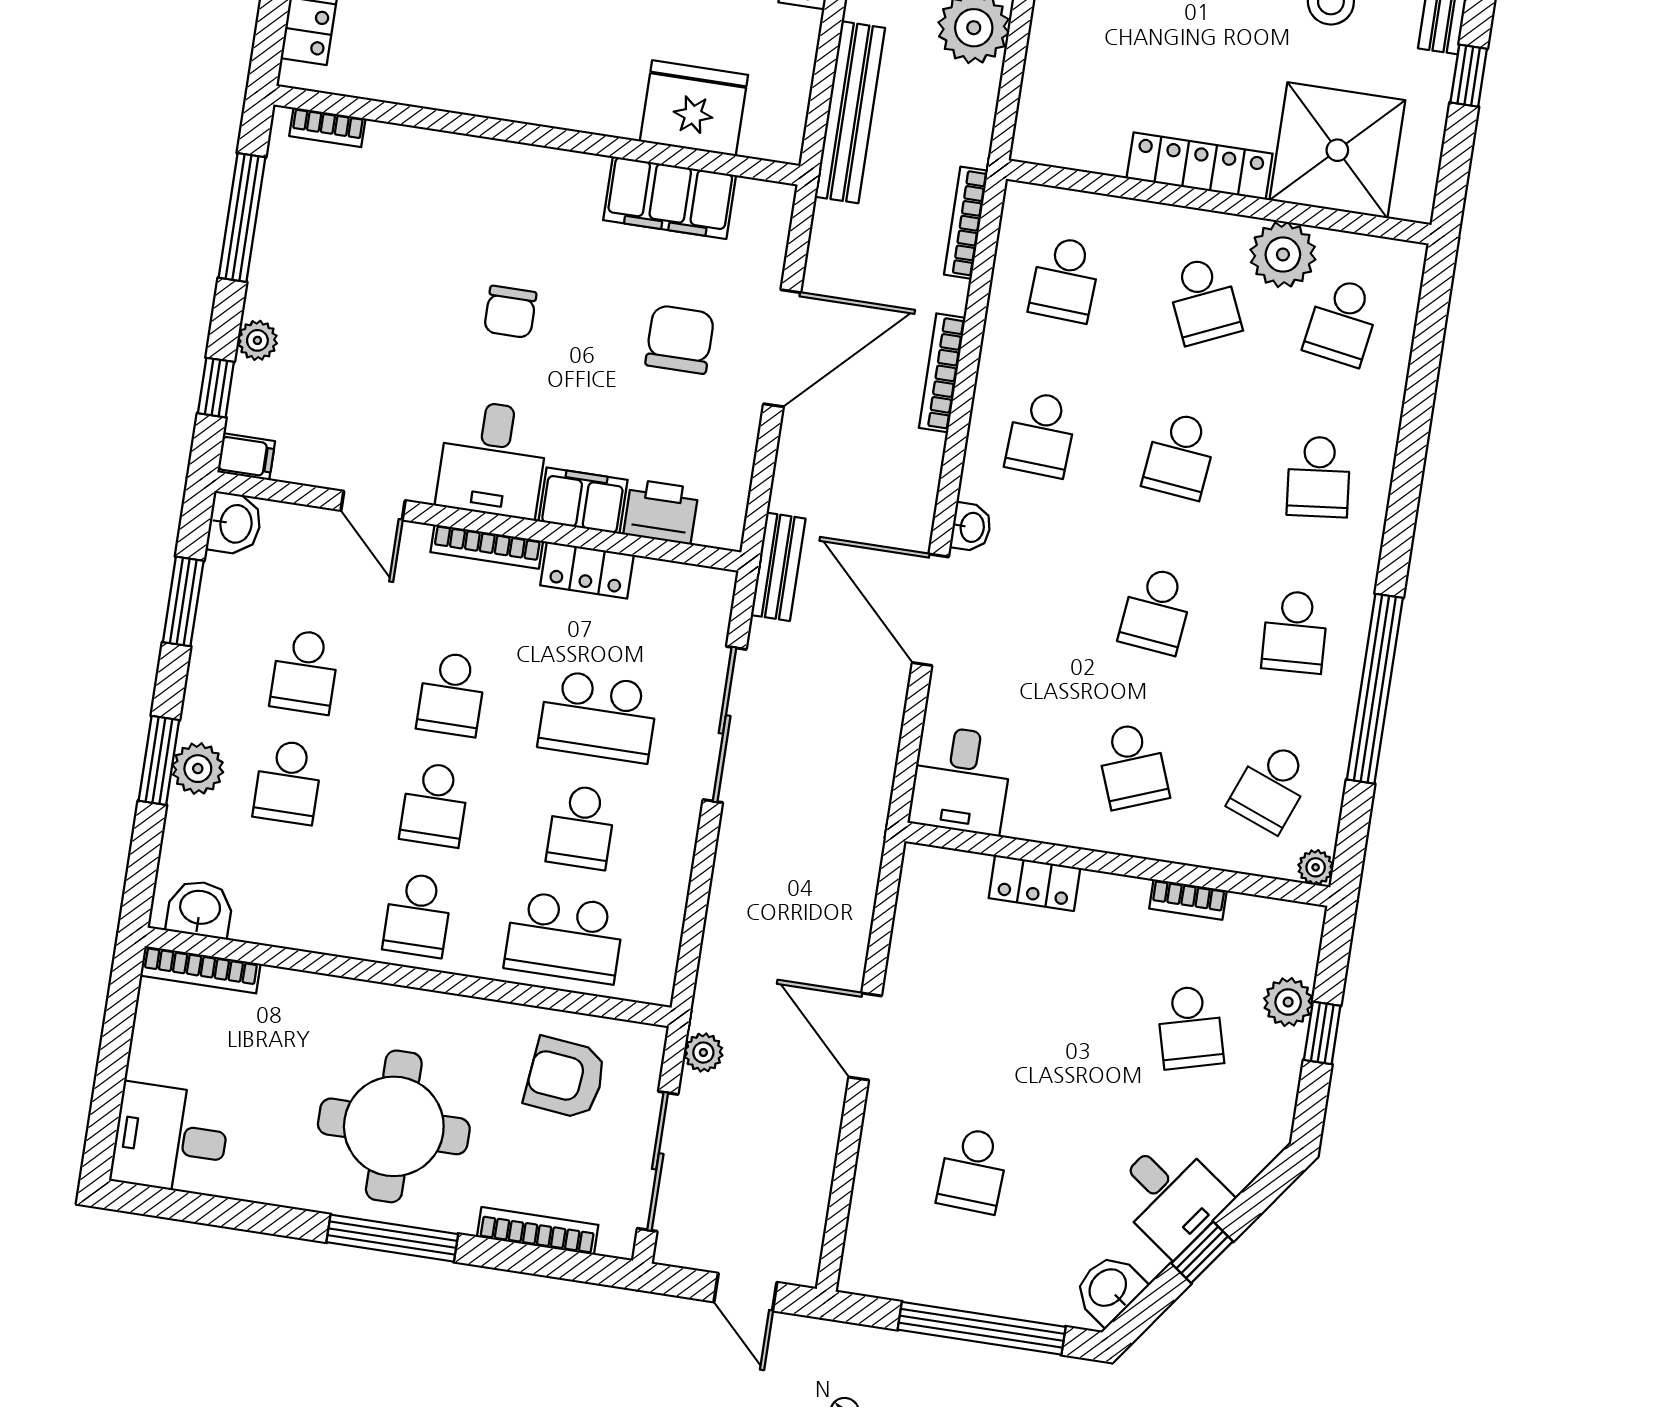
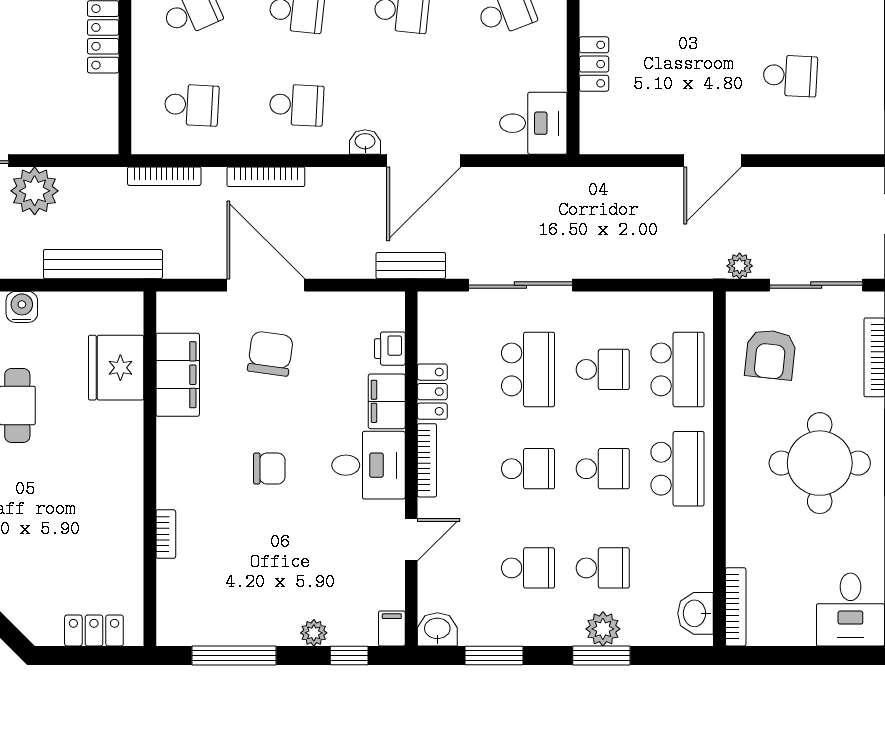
bookcase: (327, 127) -> (166, 534), moved
chair: (680, 339) -> (270, 354), turned 98
printer: (661, 512) -> (390, 349), width x0.73, depth x0.81
school desk: (418, 915) -> (677, 469), width x1.85

